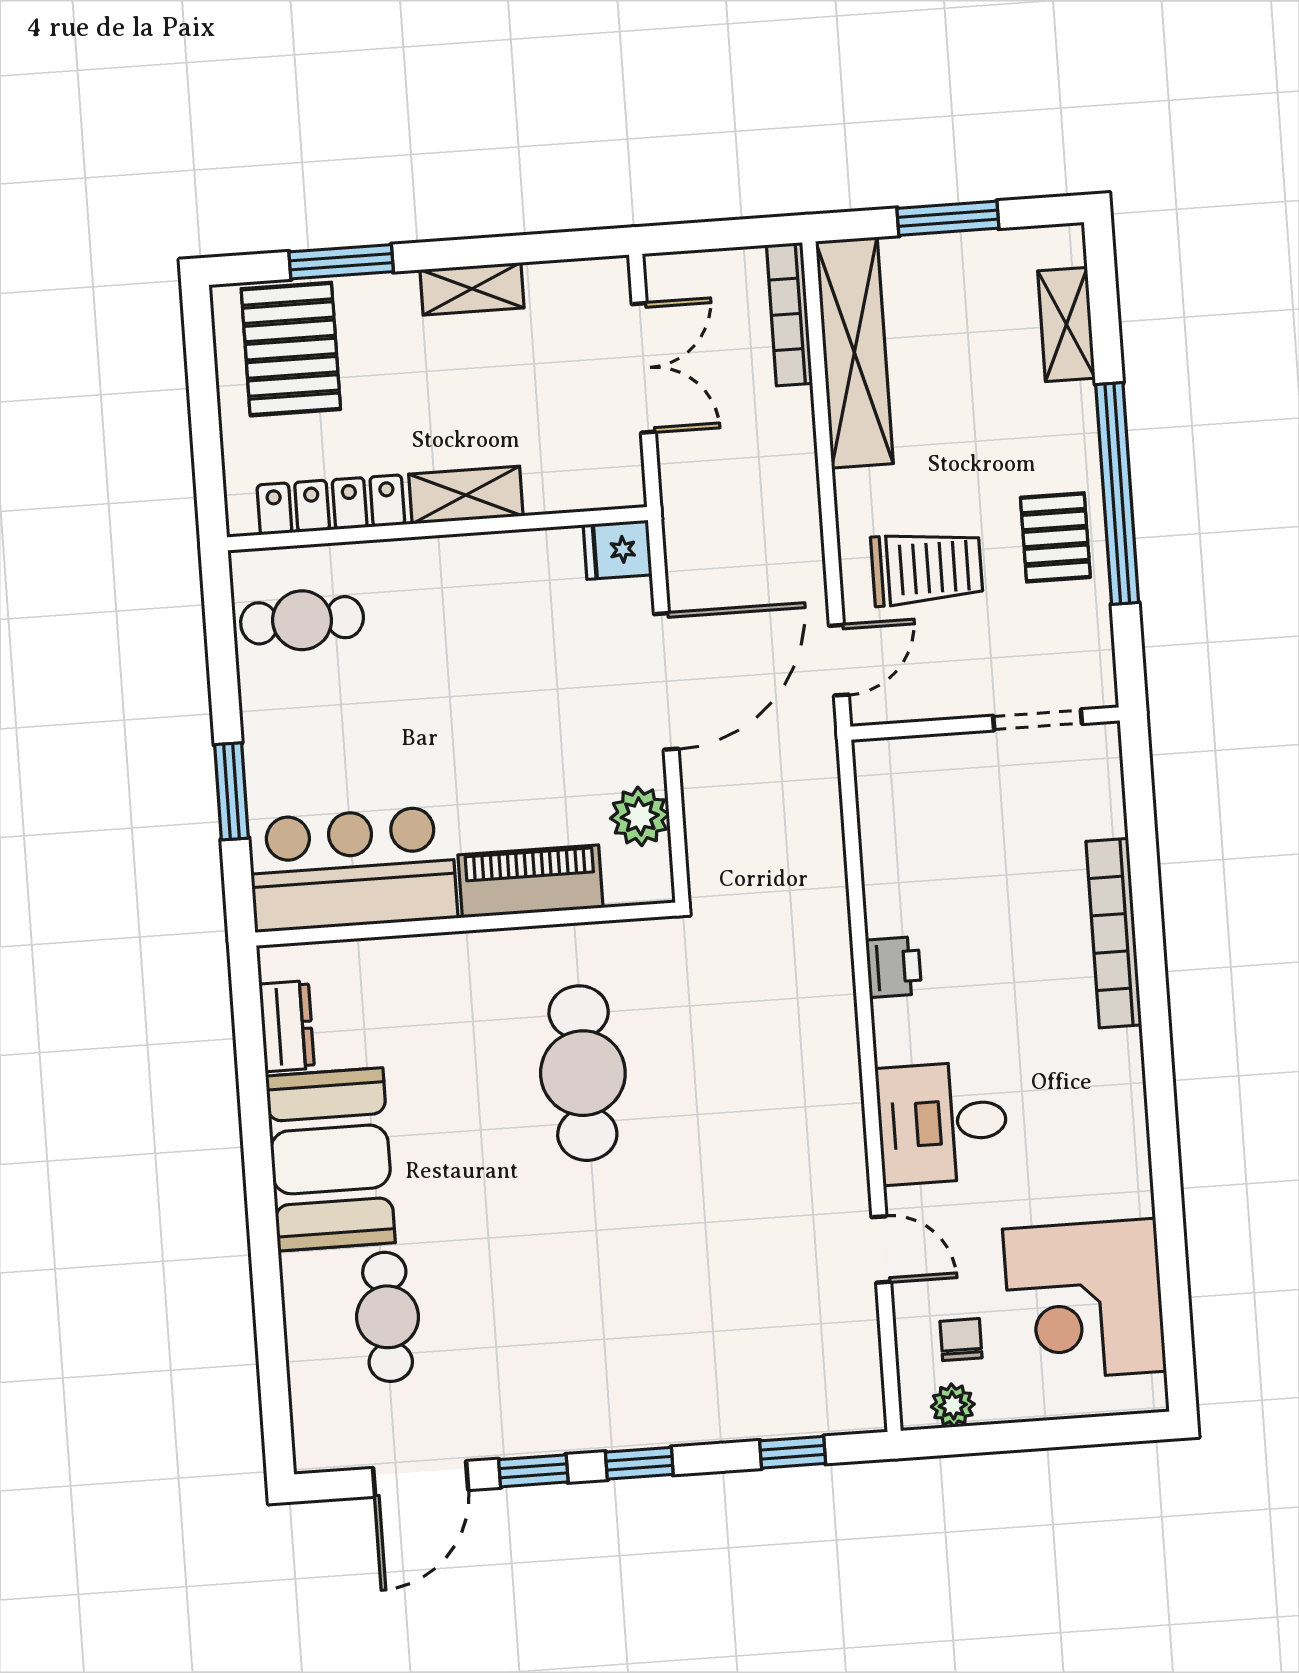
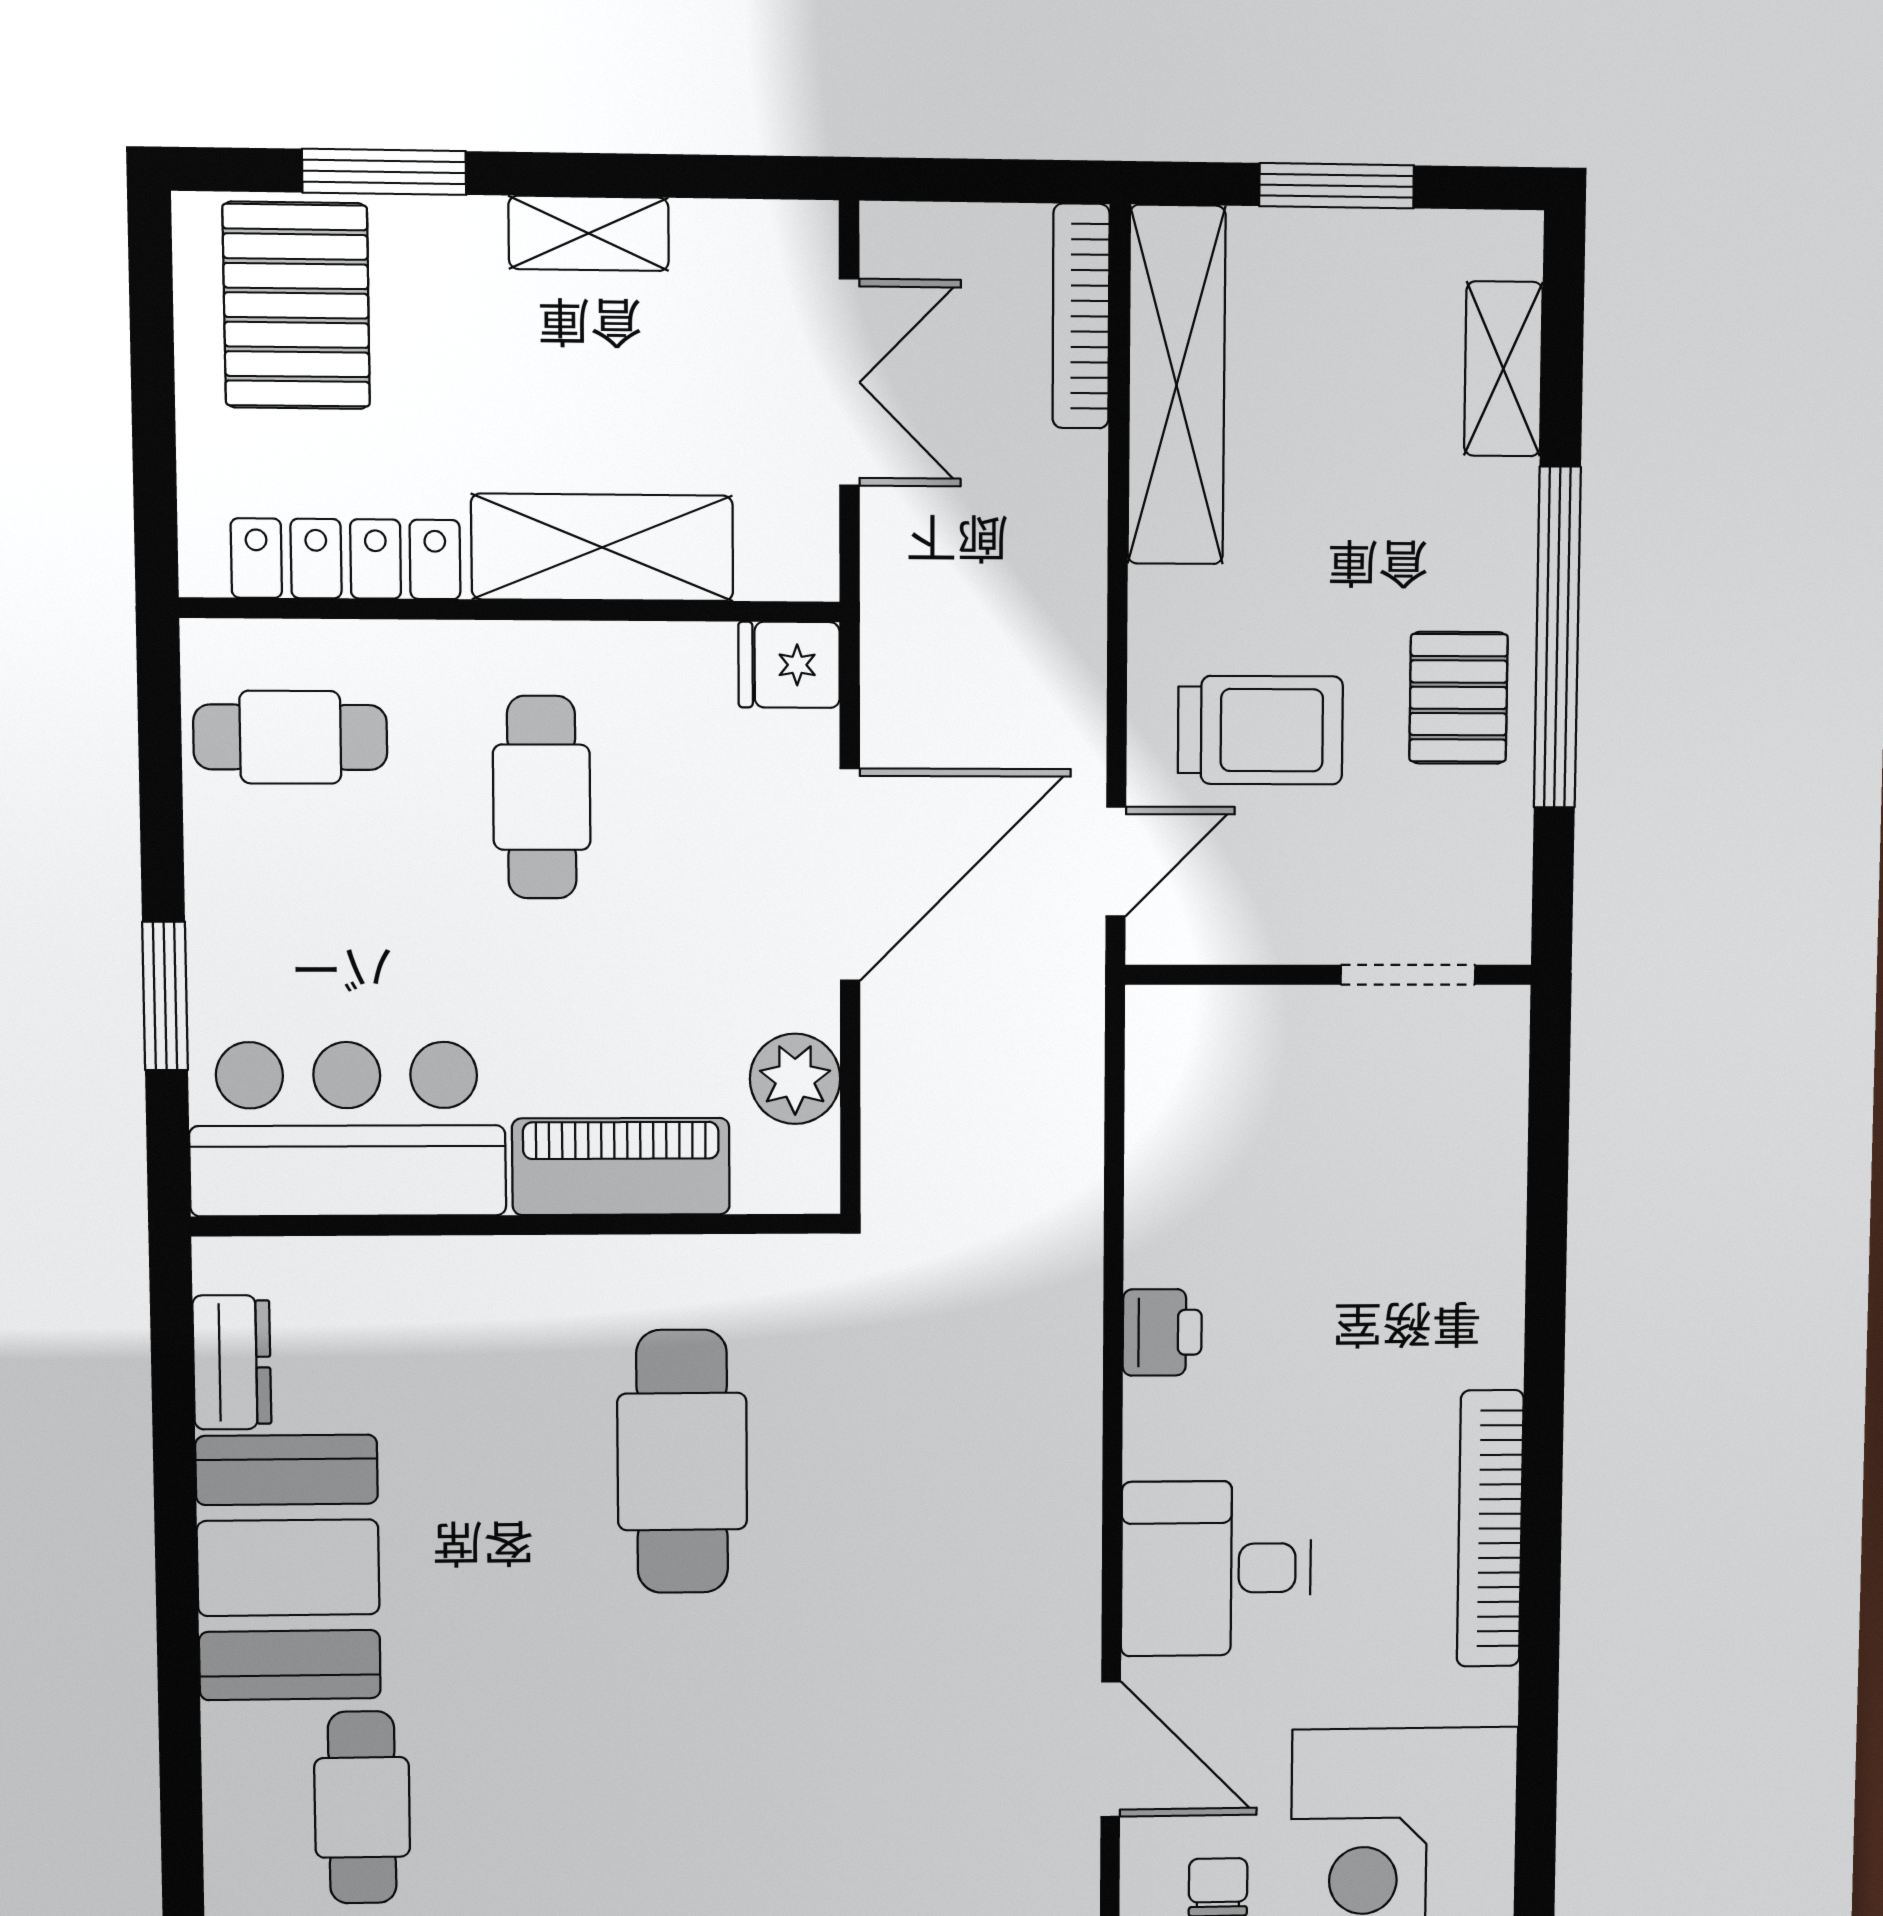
shelving: (466, 495) -> (602, 547), width x1.50, depth x1.33
cafe table: (464, 646) -> (542, 797), added
bookcase: (1114, 933) -> (1490, 1529), moved
door: (881, 1249) -> (1111, 1749), width x1.38

